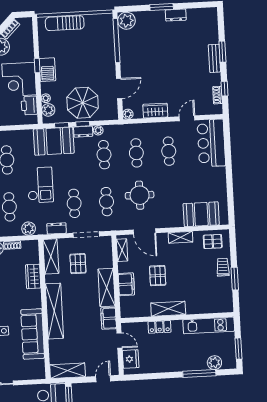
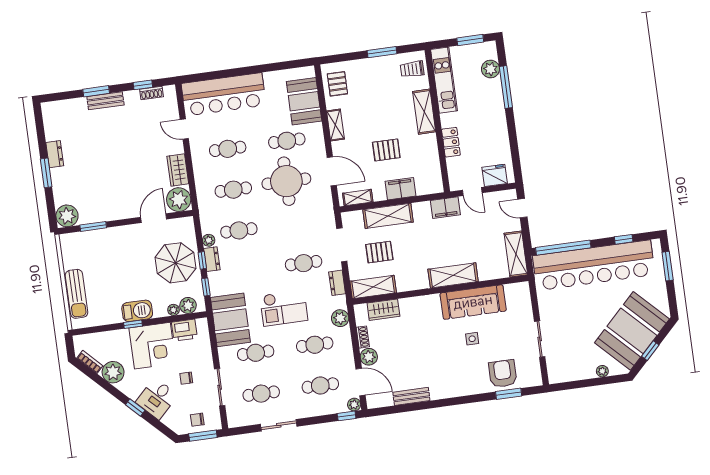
window: (116, 41) -> (93, 226), width x0.47
door: (119, 89) -> (154, 218), hinge flipped
plant: (128, 114) -> (179, 200), width x1.87, depth x1.87
booth: (54, 141) -> (230, 320), moved
bar counter: (211, 143) -> (224, 94), width x1.36
checkout: (40, 185) -> (284, 308), turned 180
round table: (140, 195) -> (286, 181), width x1.36, depth x1.36
cafe table: (107, 202) -> (287, 141), moved
door: (144, 231) -> (332, 171), hinge flipped
trolley: (223, 267) -> (412, 69), moved
wardrobe: (33, 276) -> (383, 310), moved
shelving: (107, 287) -> (388, 216), moved
shelving: (168, 309) -> (424, 112), moved
shelving: (54, 311) -> (453, 275), width x0.68
door: (119, 340) -> (472, 191), swing flipped

